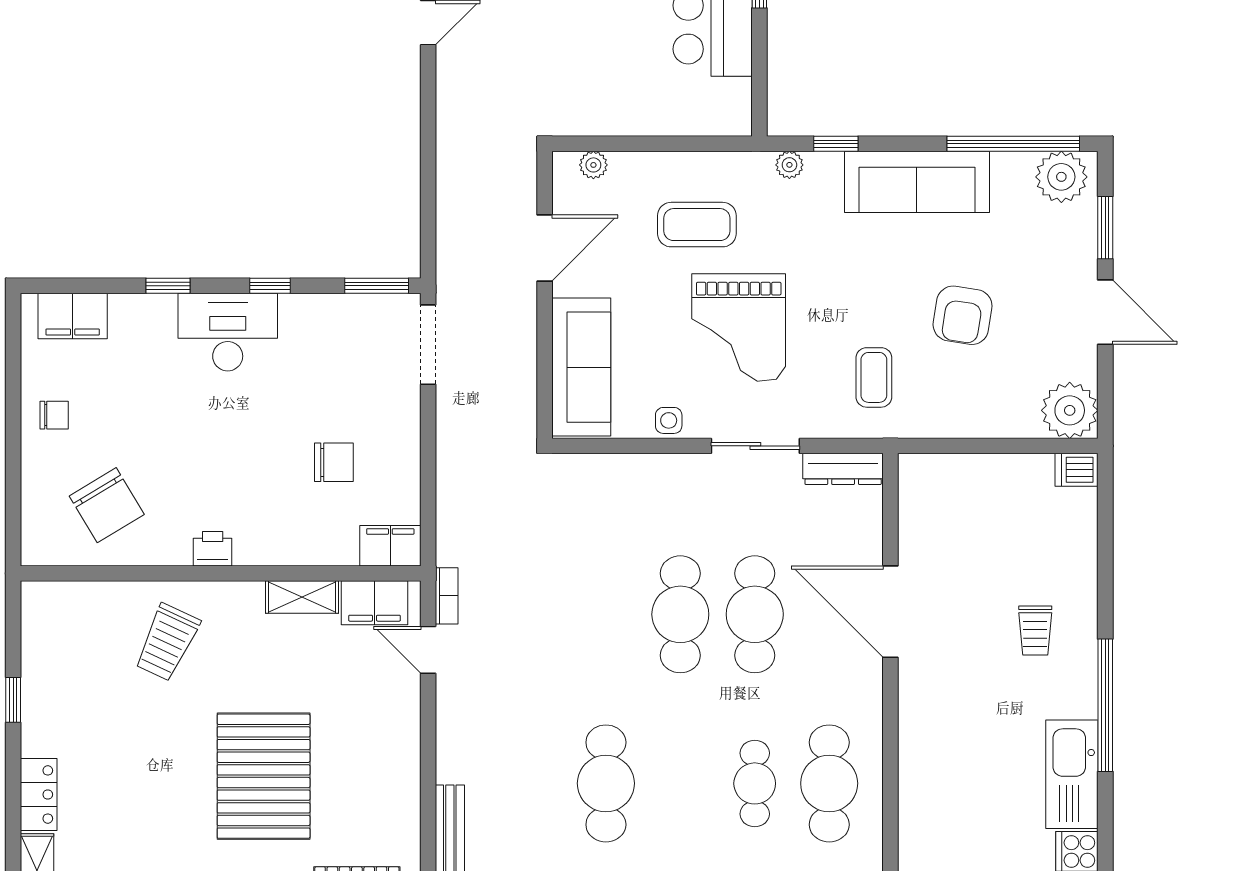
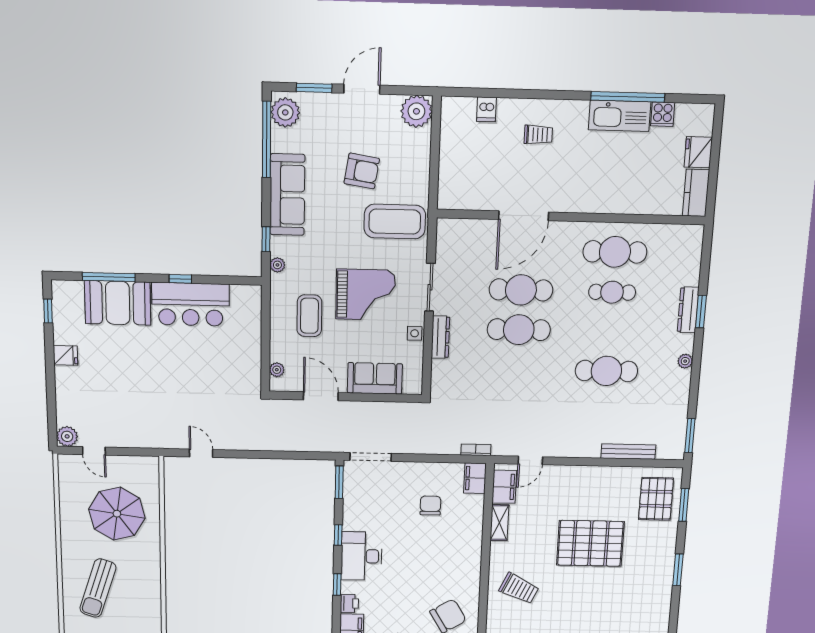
sofa: (581, 367) -> (375, 378), width x0.73
coffee table: (874, 377) -> (395, 222), width x1.86, depth x1.72
dresser: (843, 469) -> (440, 337), moved
dishwasher: (1077, 470) -> (486, 109), moved
printer: (213, 549) -> (349, 603), moved, turned 180
bookcase: (447, 596) -> (476, 450), moved
window: (1105, 705) -> (628, 97), moved

